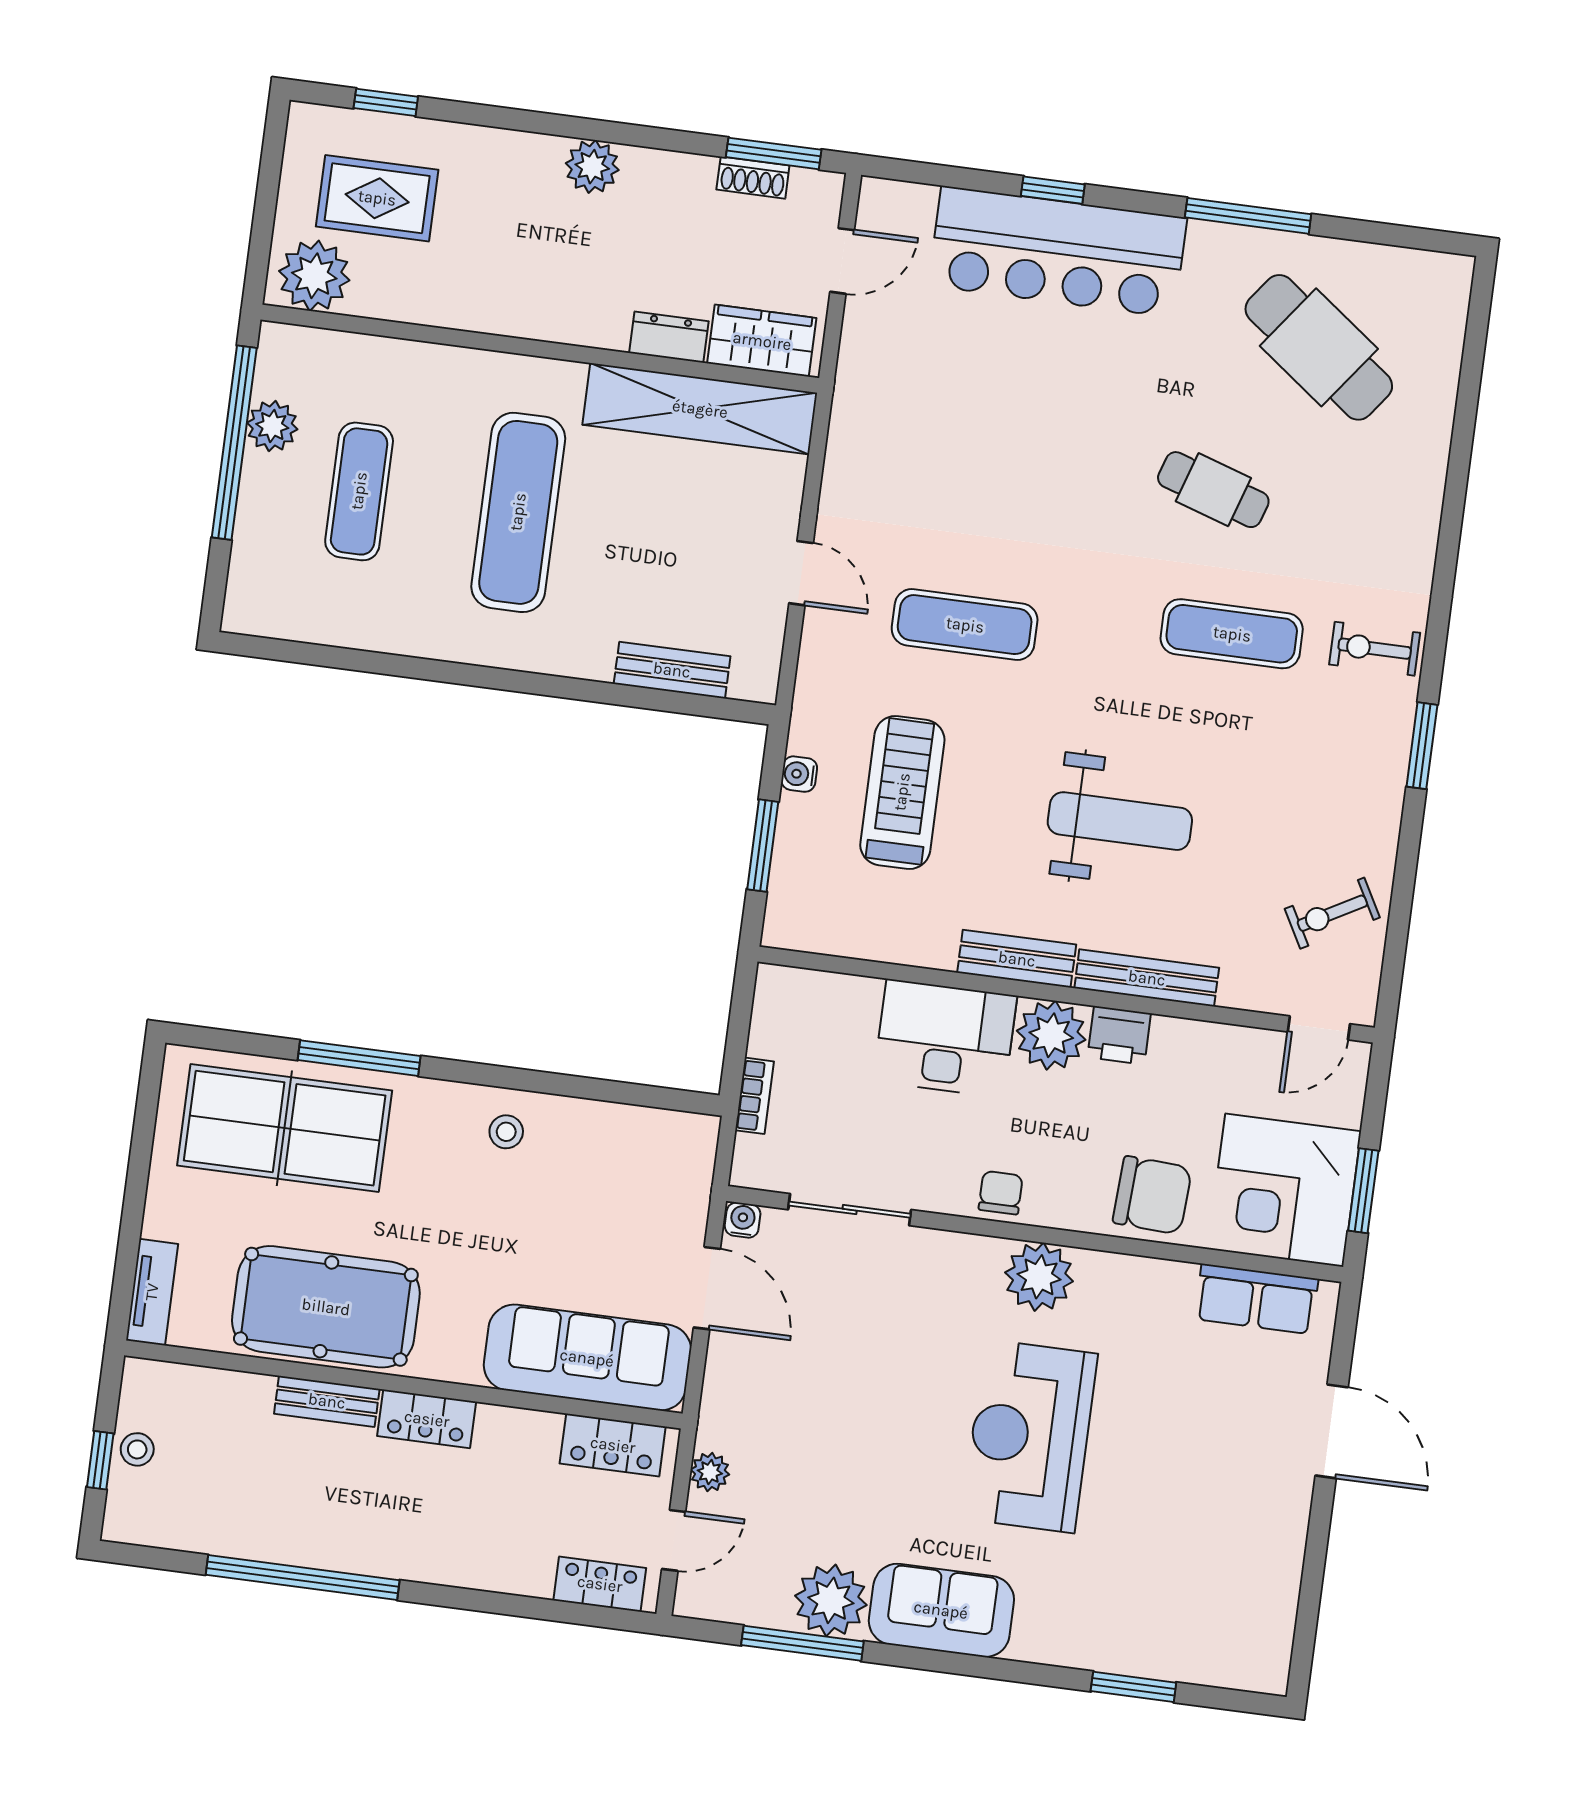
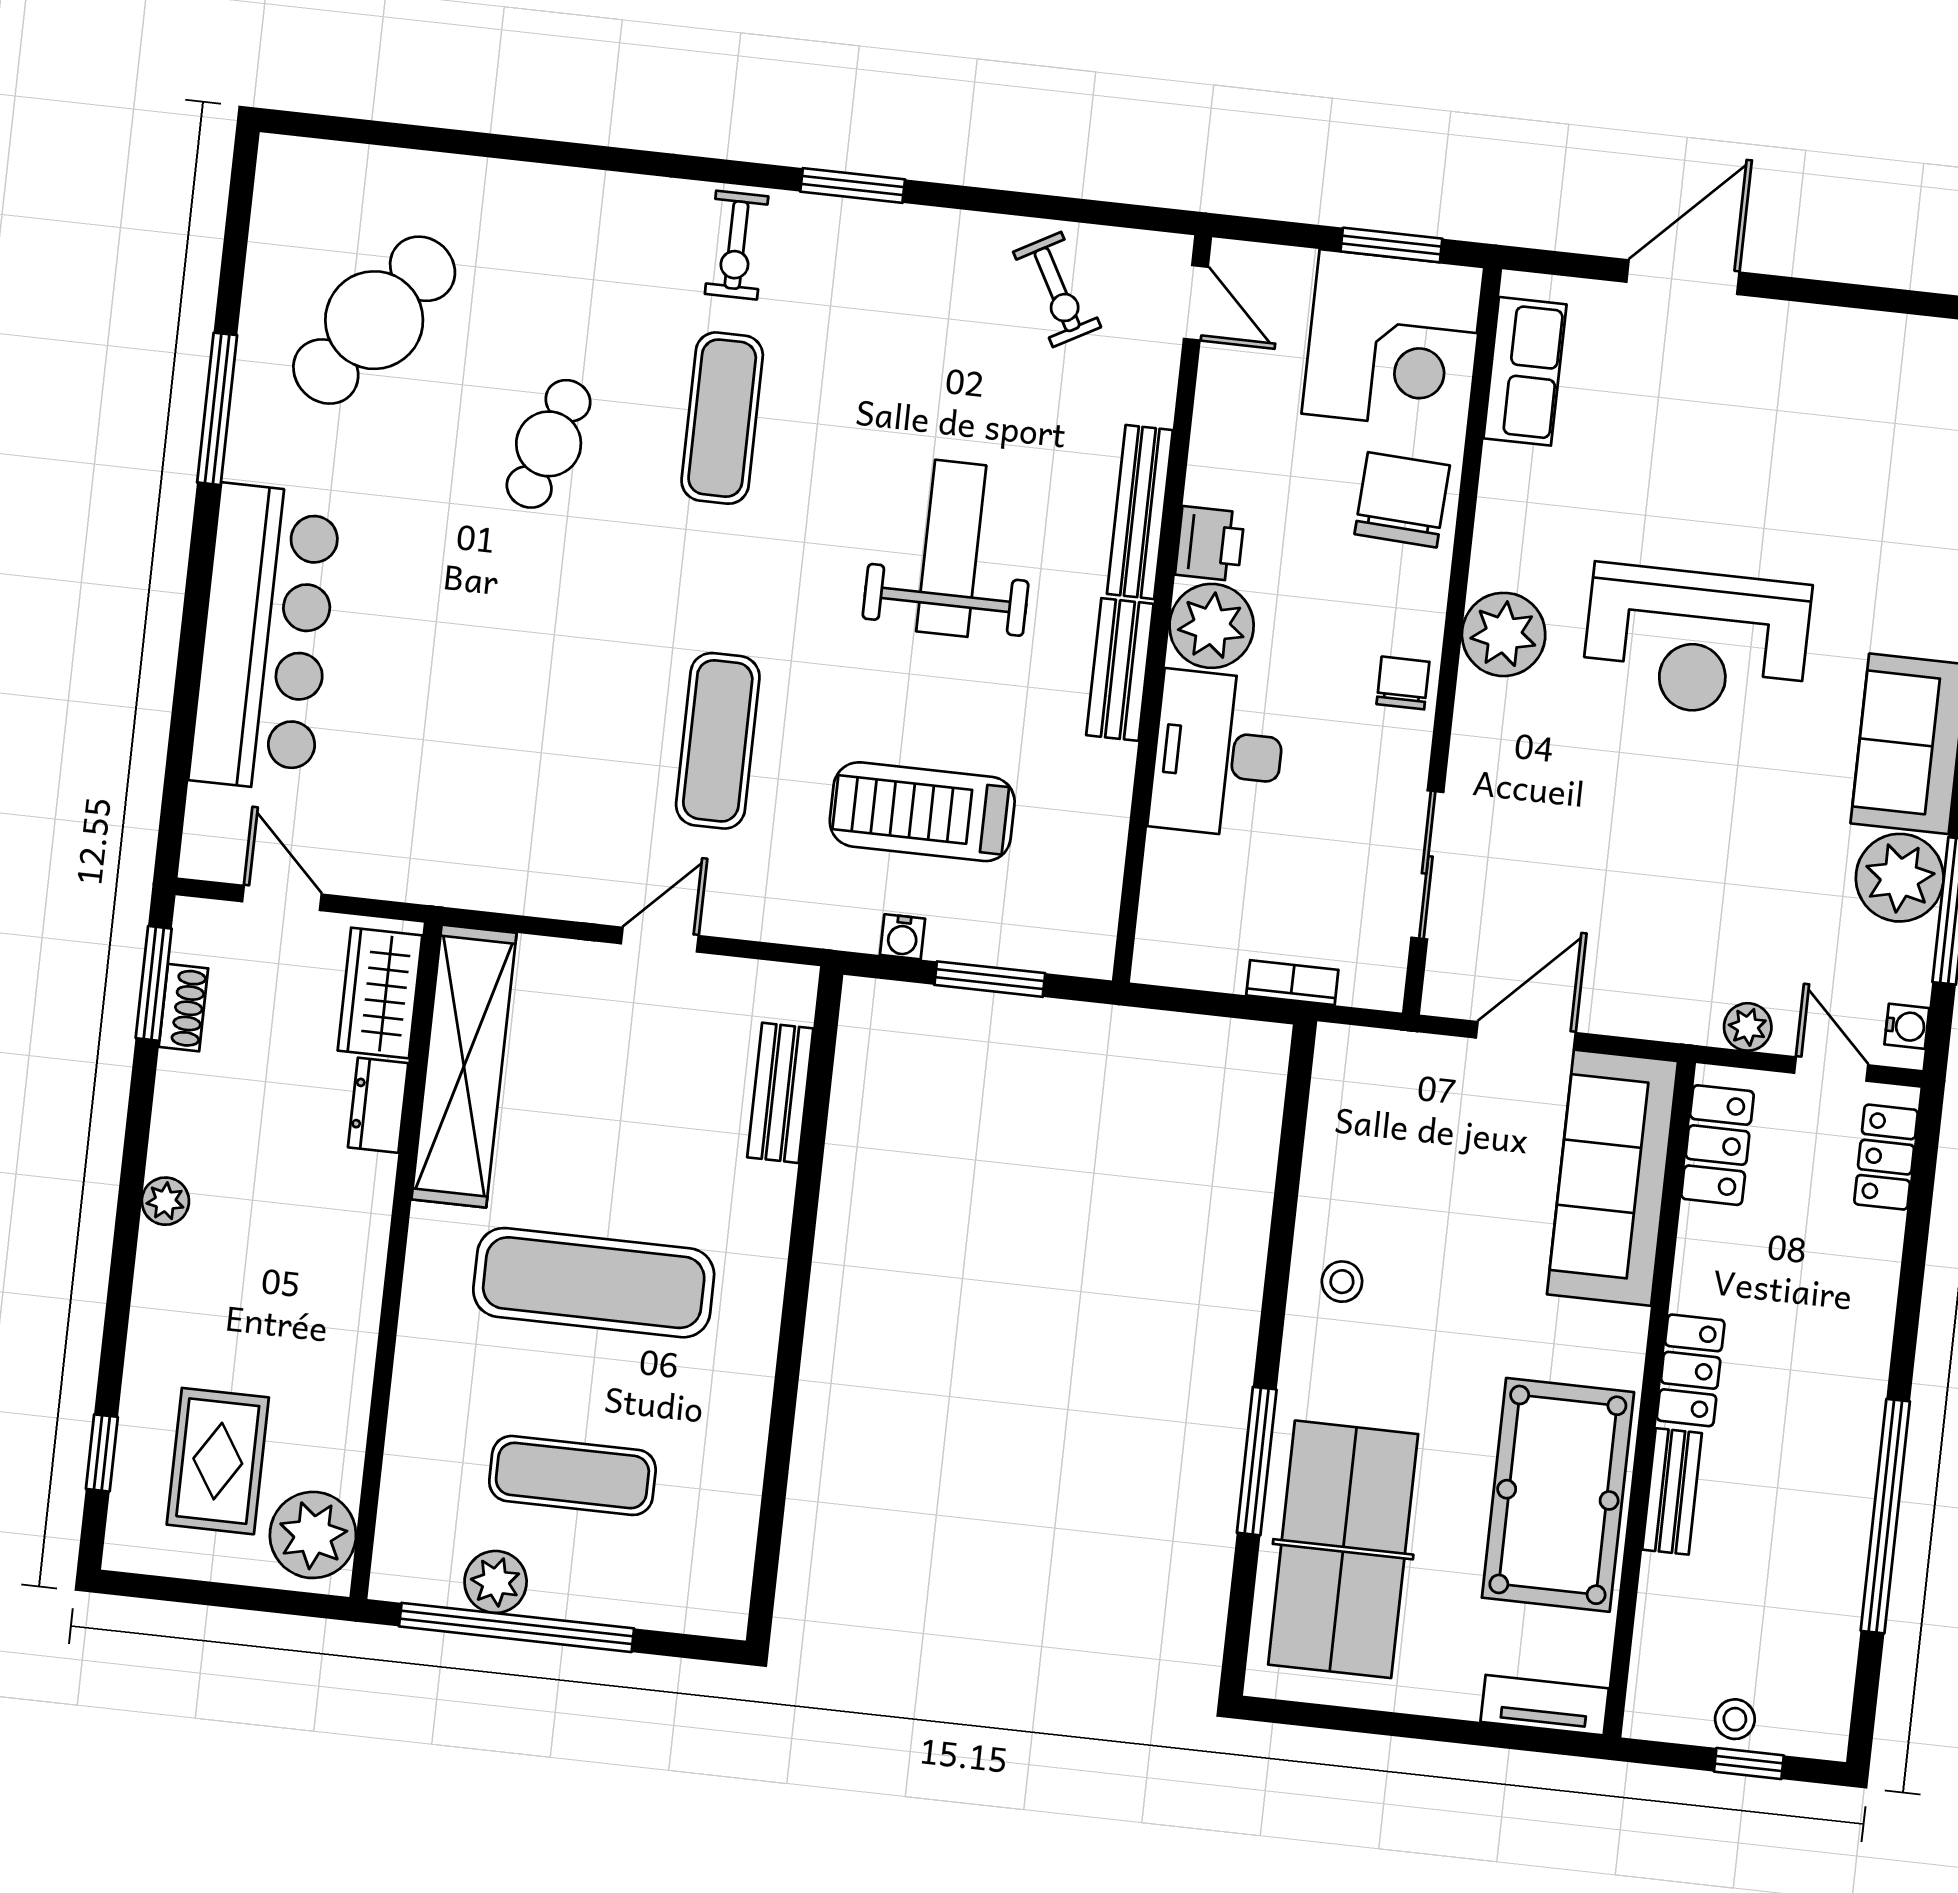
plant: (592, 167) -> (165, 1201), width x0.73, depth x0.73
window: (1053, 190) -> (191, 645), removed
chair: (1001, 1193) -> (1403, 683), turned 90
water cooler: (743, 1220) -> (1907, 1026), moved, turned 180

